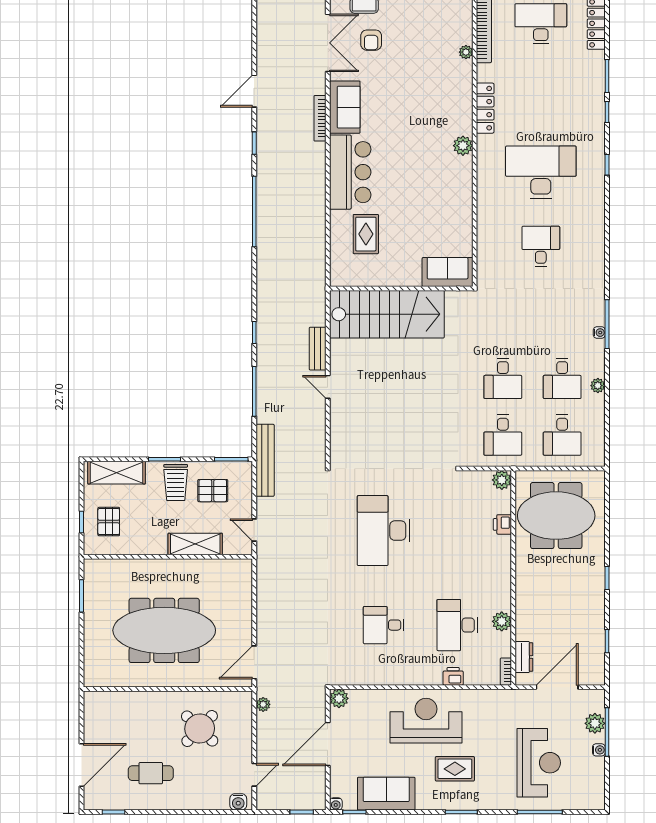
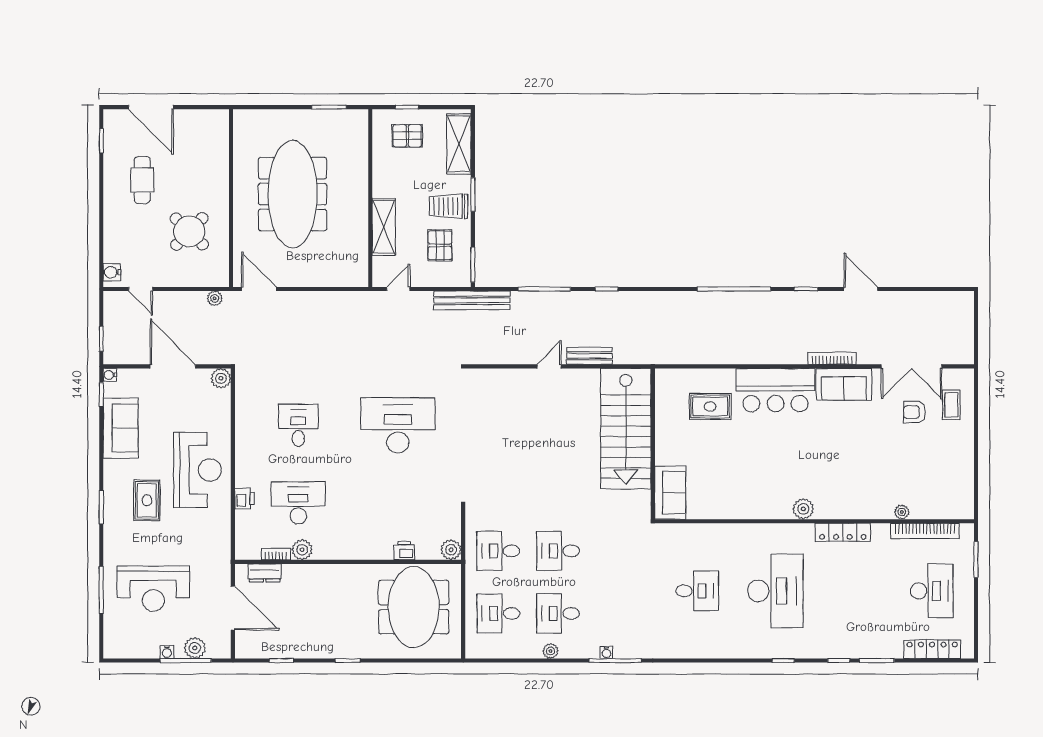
bookcase: (506, 672) -> (276, 554), moved

